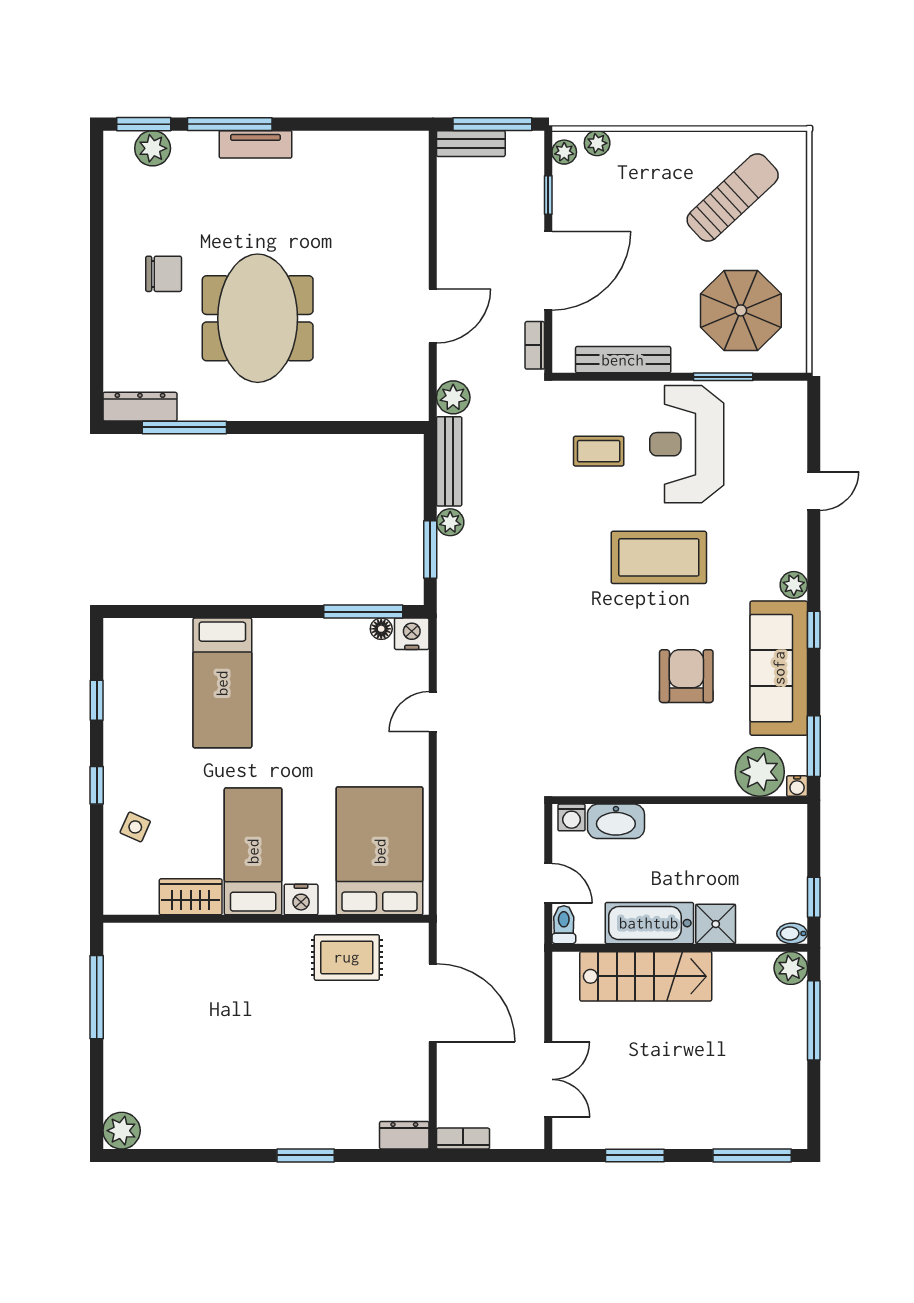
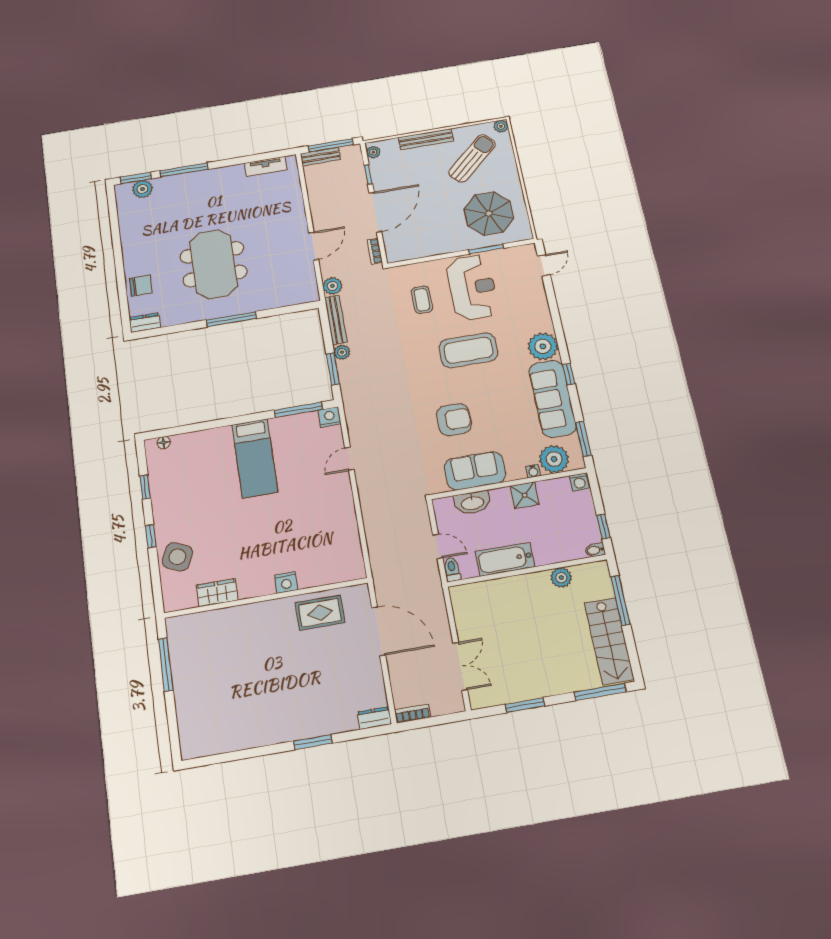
plant: (597, 143) -> (501, 126), moved
tv unit: (256, 144) -> (266, 166), moved
chair: (164, 274) -> (141, 286), moved
bench: (623, 360) -> (426, 139), moved
dresser: (140, 407) -> (145, 323), width x0.70
window: (184, 427) -> (231, 319), moved
reception desk: (687, 444) -> (472, 287), turned 180
coffee table: (599, 451) -> (422, 300), turned 90
door: (814, 491) -> (544, 265), moved
plant: (794, 585) -> (543, 346), width x1.87, depth x1.87
floor lamp: (381, 629) -> (164, 443), moved
armchair: (686, 676) -> (454, 420), moved, turned 90
bed: (222, 683) -> (255, 458), moved
sofa: (630, 769) -> (475, 471), added
water cooler: (797, 786) -> (533, 471), moved
washing machine: (572, 817) -> (579, 482), moved
side table: (135, 827) -> (177, 557), width x1.87, depth x1.87
bed: (253, 851) -> (252, 559), removed
bed: (380, 851) -> (330, 545), removed
shower: (716, 924) -> (525, 495), moved
plant: (791, 968) -> (561, 578), moved
stairs: (646, 976) -> (609, 641), moved, turned 90
plant: (122, 1131) -> (192, 747), removed

